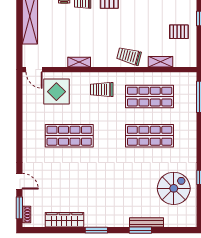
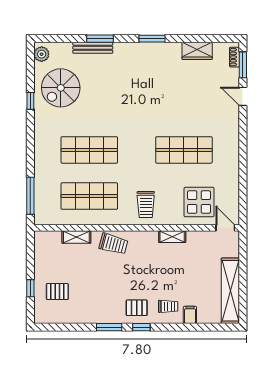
pallet: (179, 32) -> (57, 292), moved
trolley: (102, 89) -> (146, 204), turned 90
plant: (190, 217) -> (42, 54), added
wardrobe: (64, 220) -> (197, 51), width x0.67

